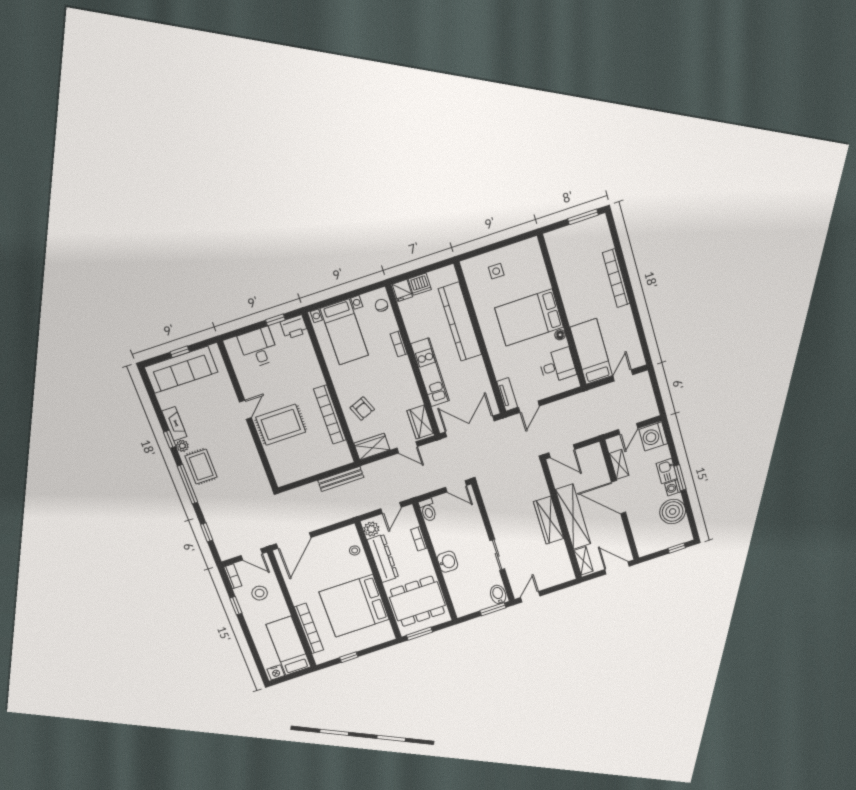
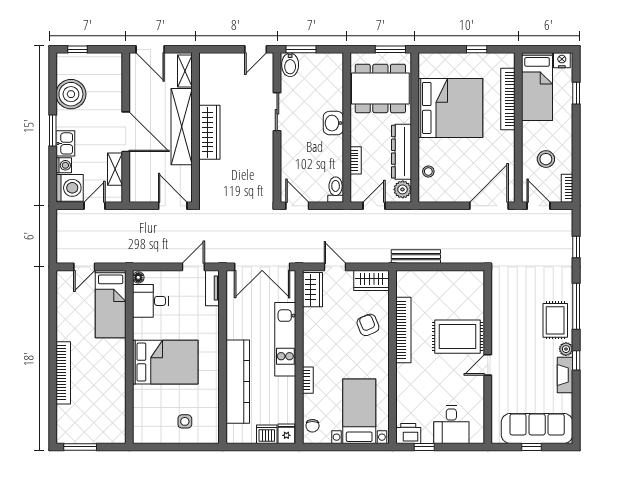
floor lamp: (560, 335) -> (138, 277), moved
washing machine: (673, 488) -> (64, 165), moved
window: (236, 606) -> (576, 93), moved

